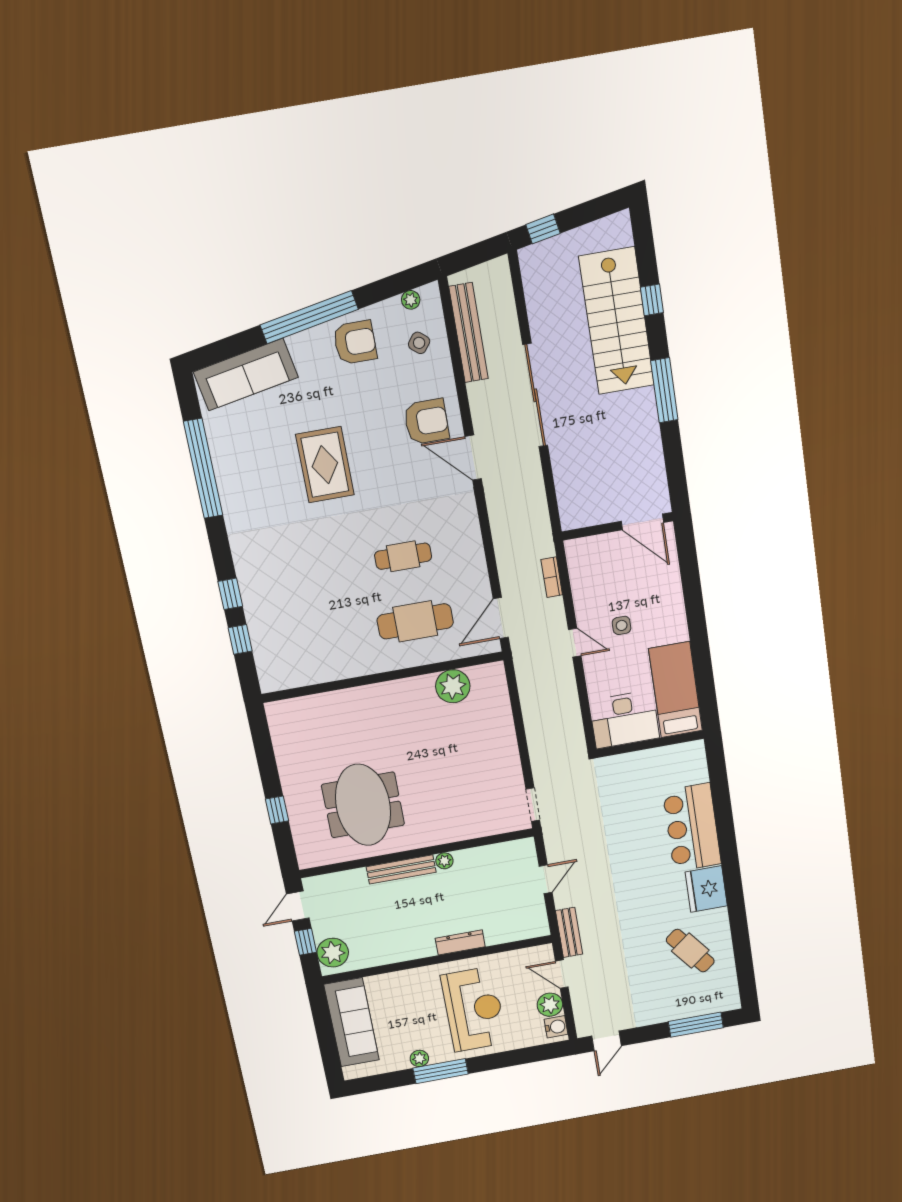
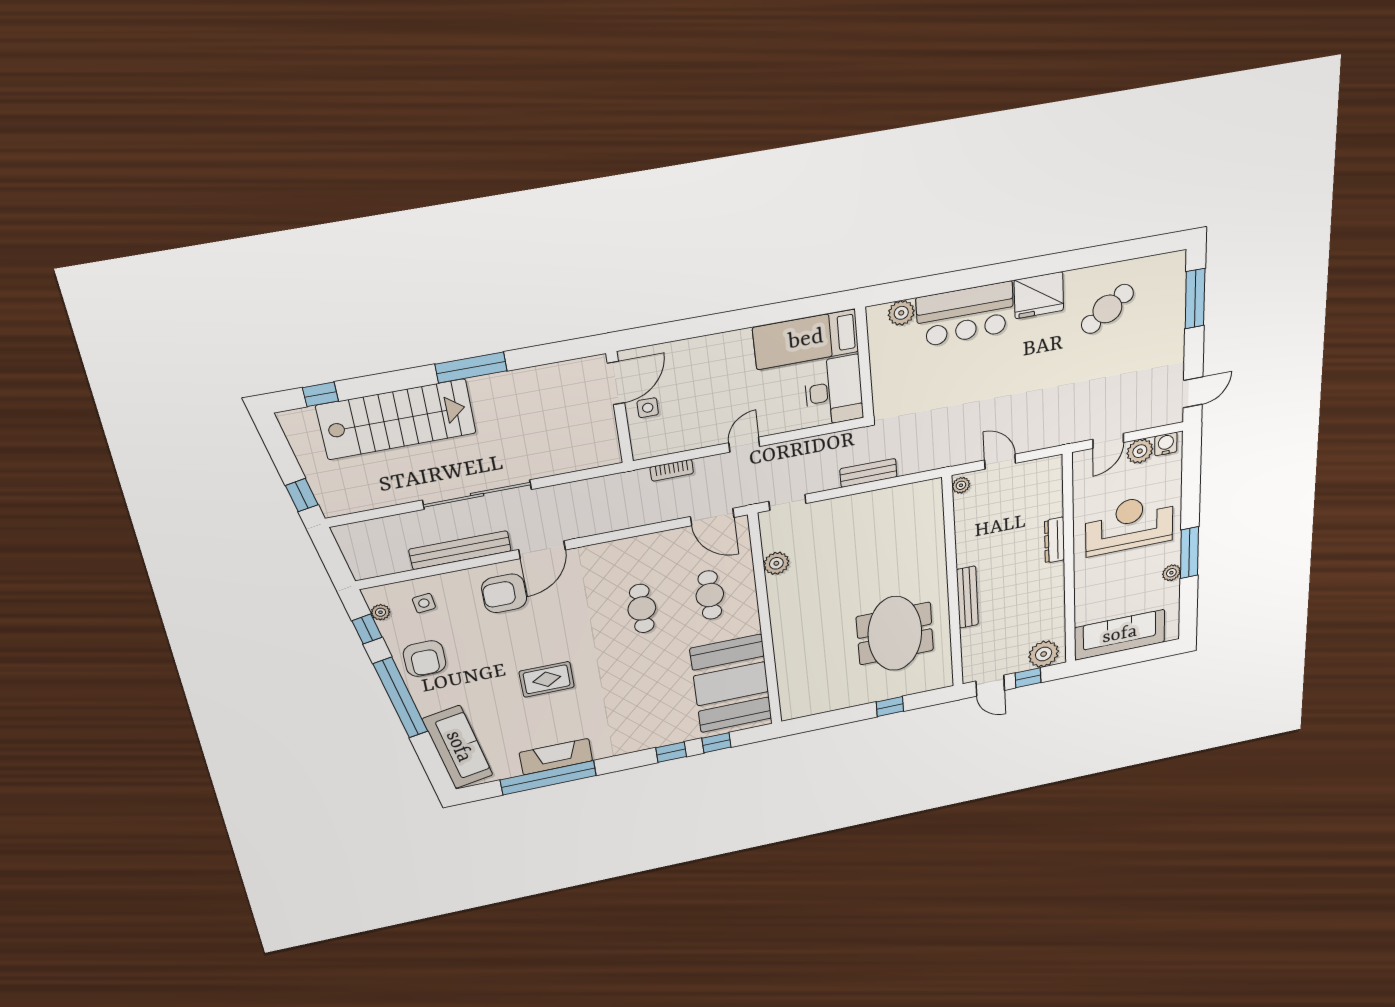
window: (392, 286) -> (367, 629), added
window: (652, 300) -> (320, 394), moved
bench: (469, 333) -> (460, 550), moved
armchair: (355, 342) -> (425, 659), turned 180
side table: (419, 343) -> (424, 603), turned 45
armchair: (426, 421) -> (504, 593), turned -90
rug: (325, 465) -> (547, 679), width x0.73, depth x0.70
fireplace: (230, 476) -> (556, 757), added
cafe table: (415, 621) -> (710, 595), width x0.73, depth x0.74
side table: (622, 625) -> (648, 408), moved
booth: (311, 649) -> (731, 684), added
plant: (453, 686) -> (776, 563), width x0.73, depth x0.73
plant: (696, 771) -> (901, 313), added
doorway: (533, 804) -> (787, 502), moved
meeting table: (363, 805) -> (895, 634), turned 90
plant: (444, 861) -> (961, 485), moved
bench: (569, 932) -> (868, 473), moved
door: (607, 1041) -> (1193, 392), hinge flipped

